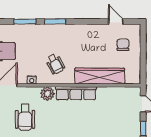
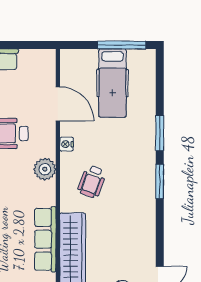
wheelchair: (55, 64) -> (92, 182), turned -42
row of seats: (76, 93) -> (45, 239), moved

